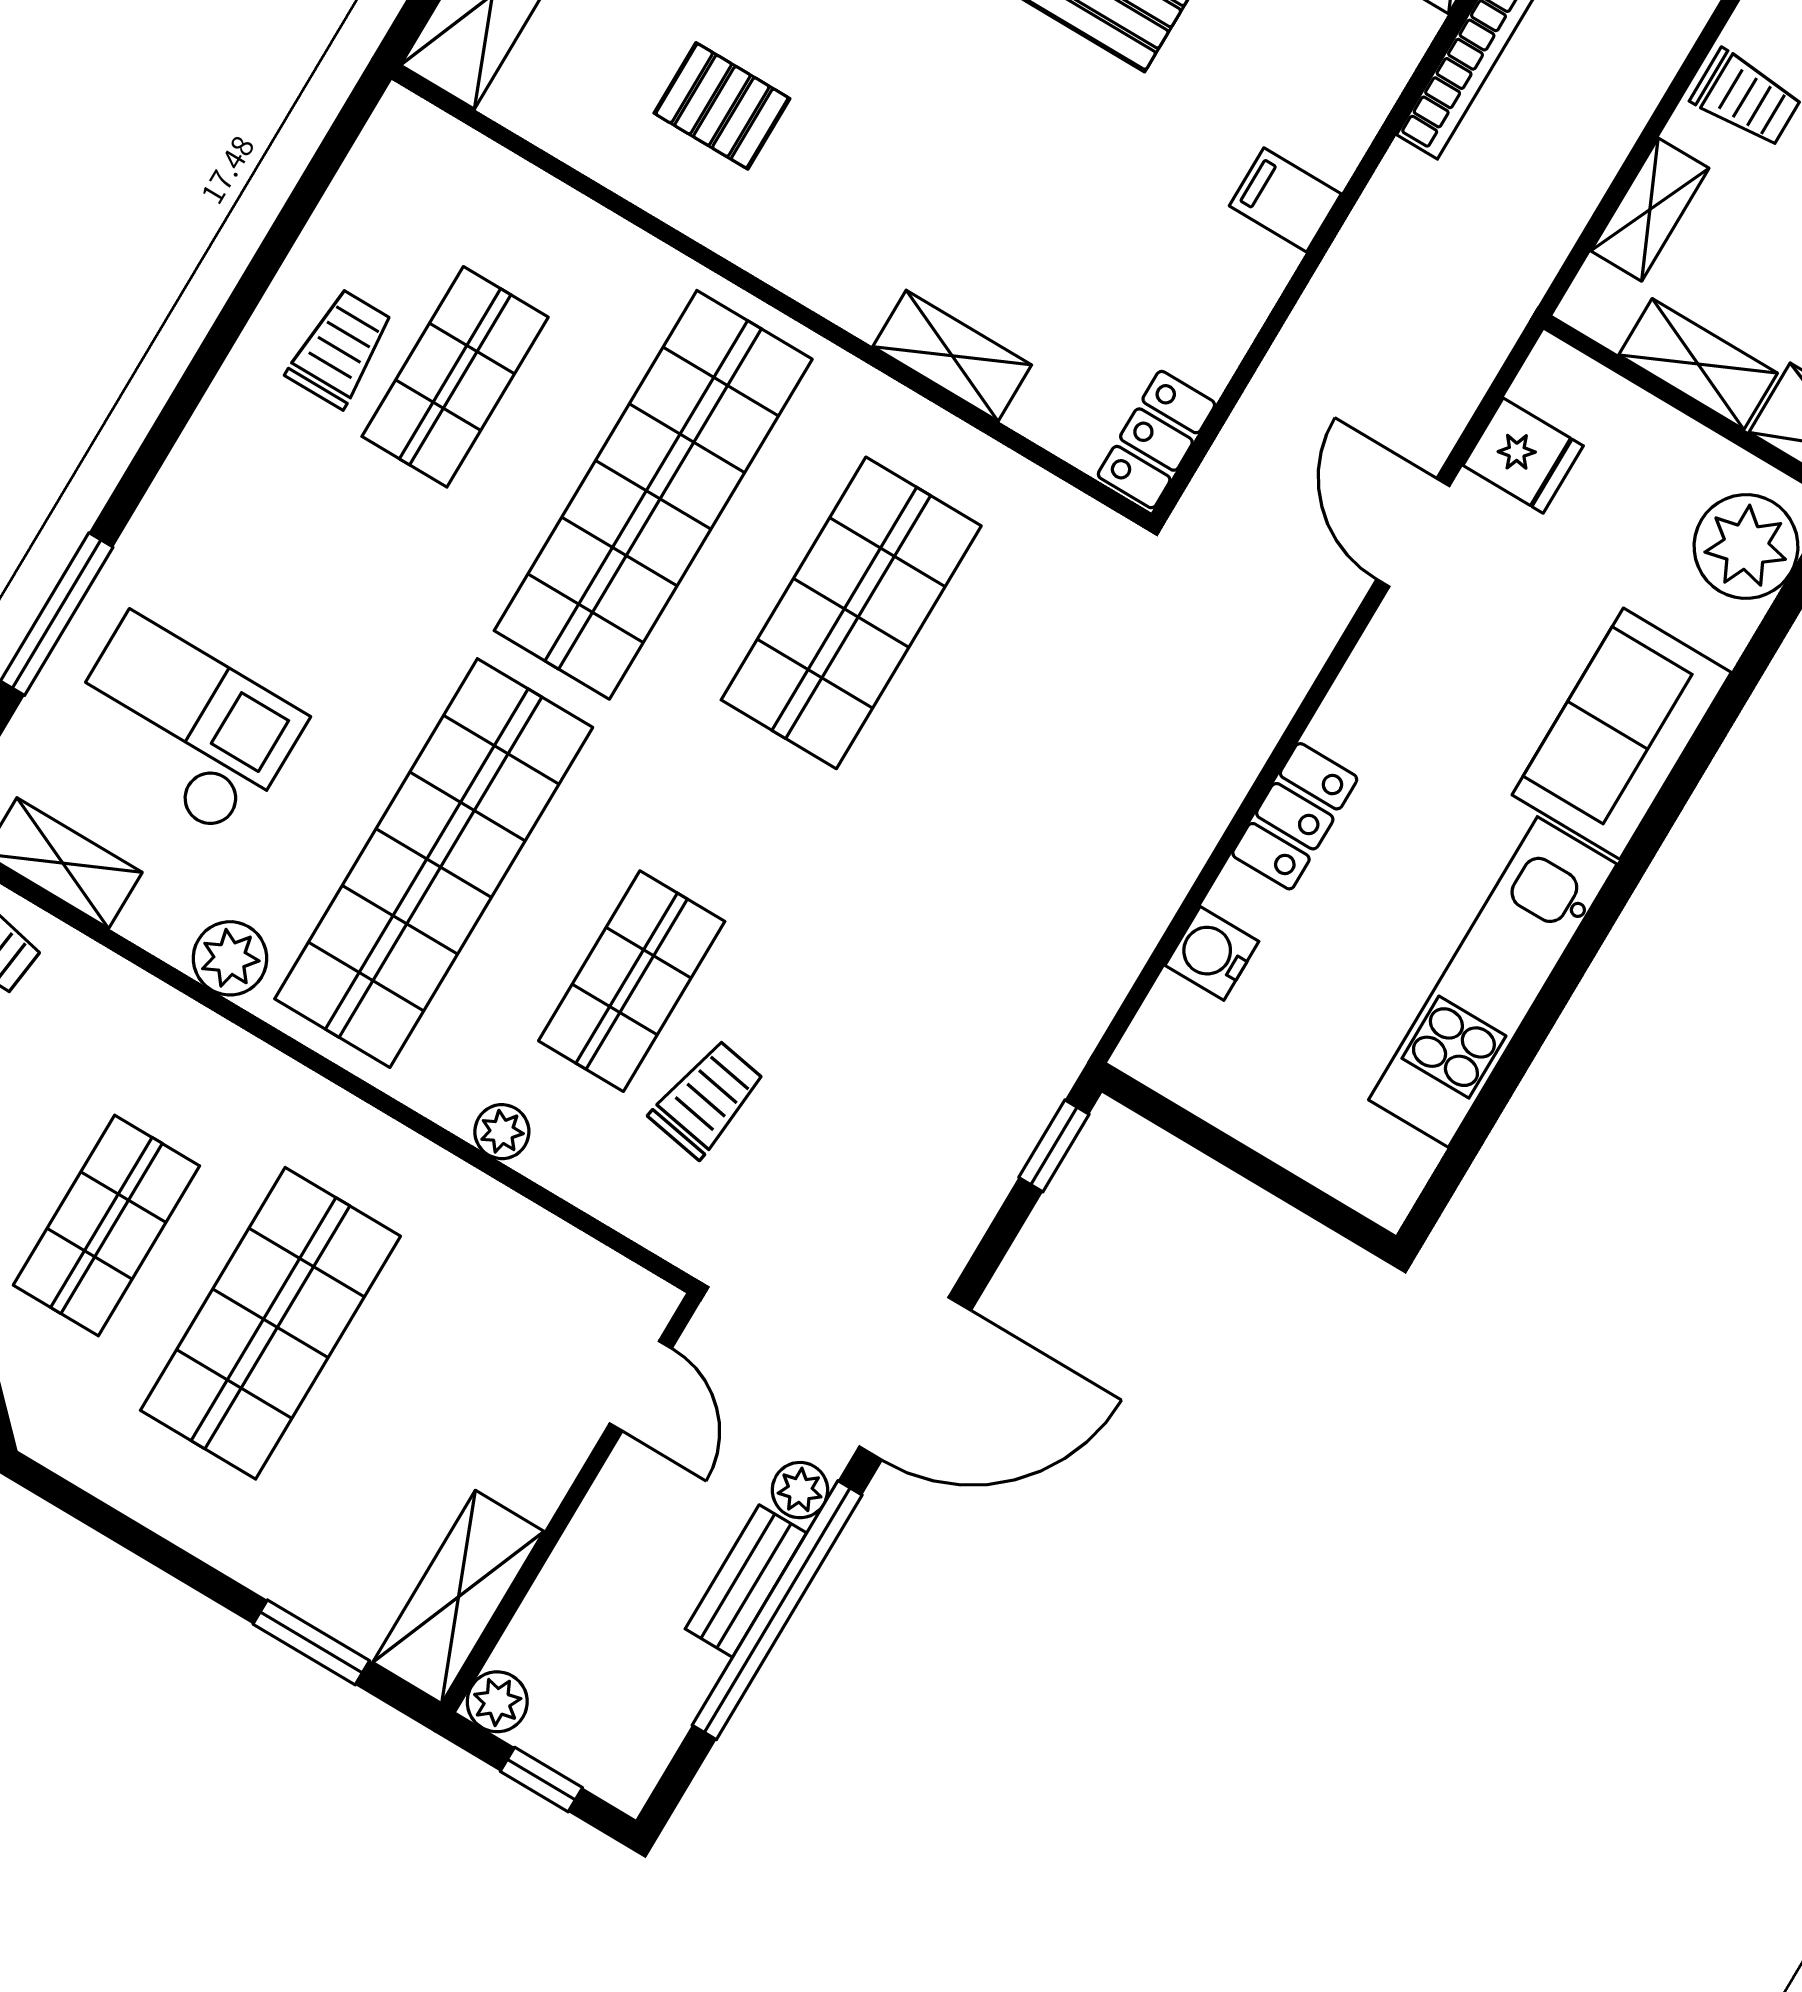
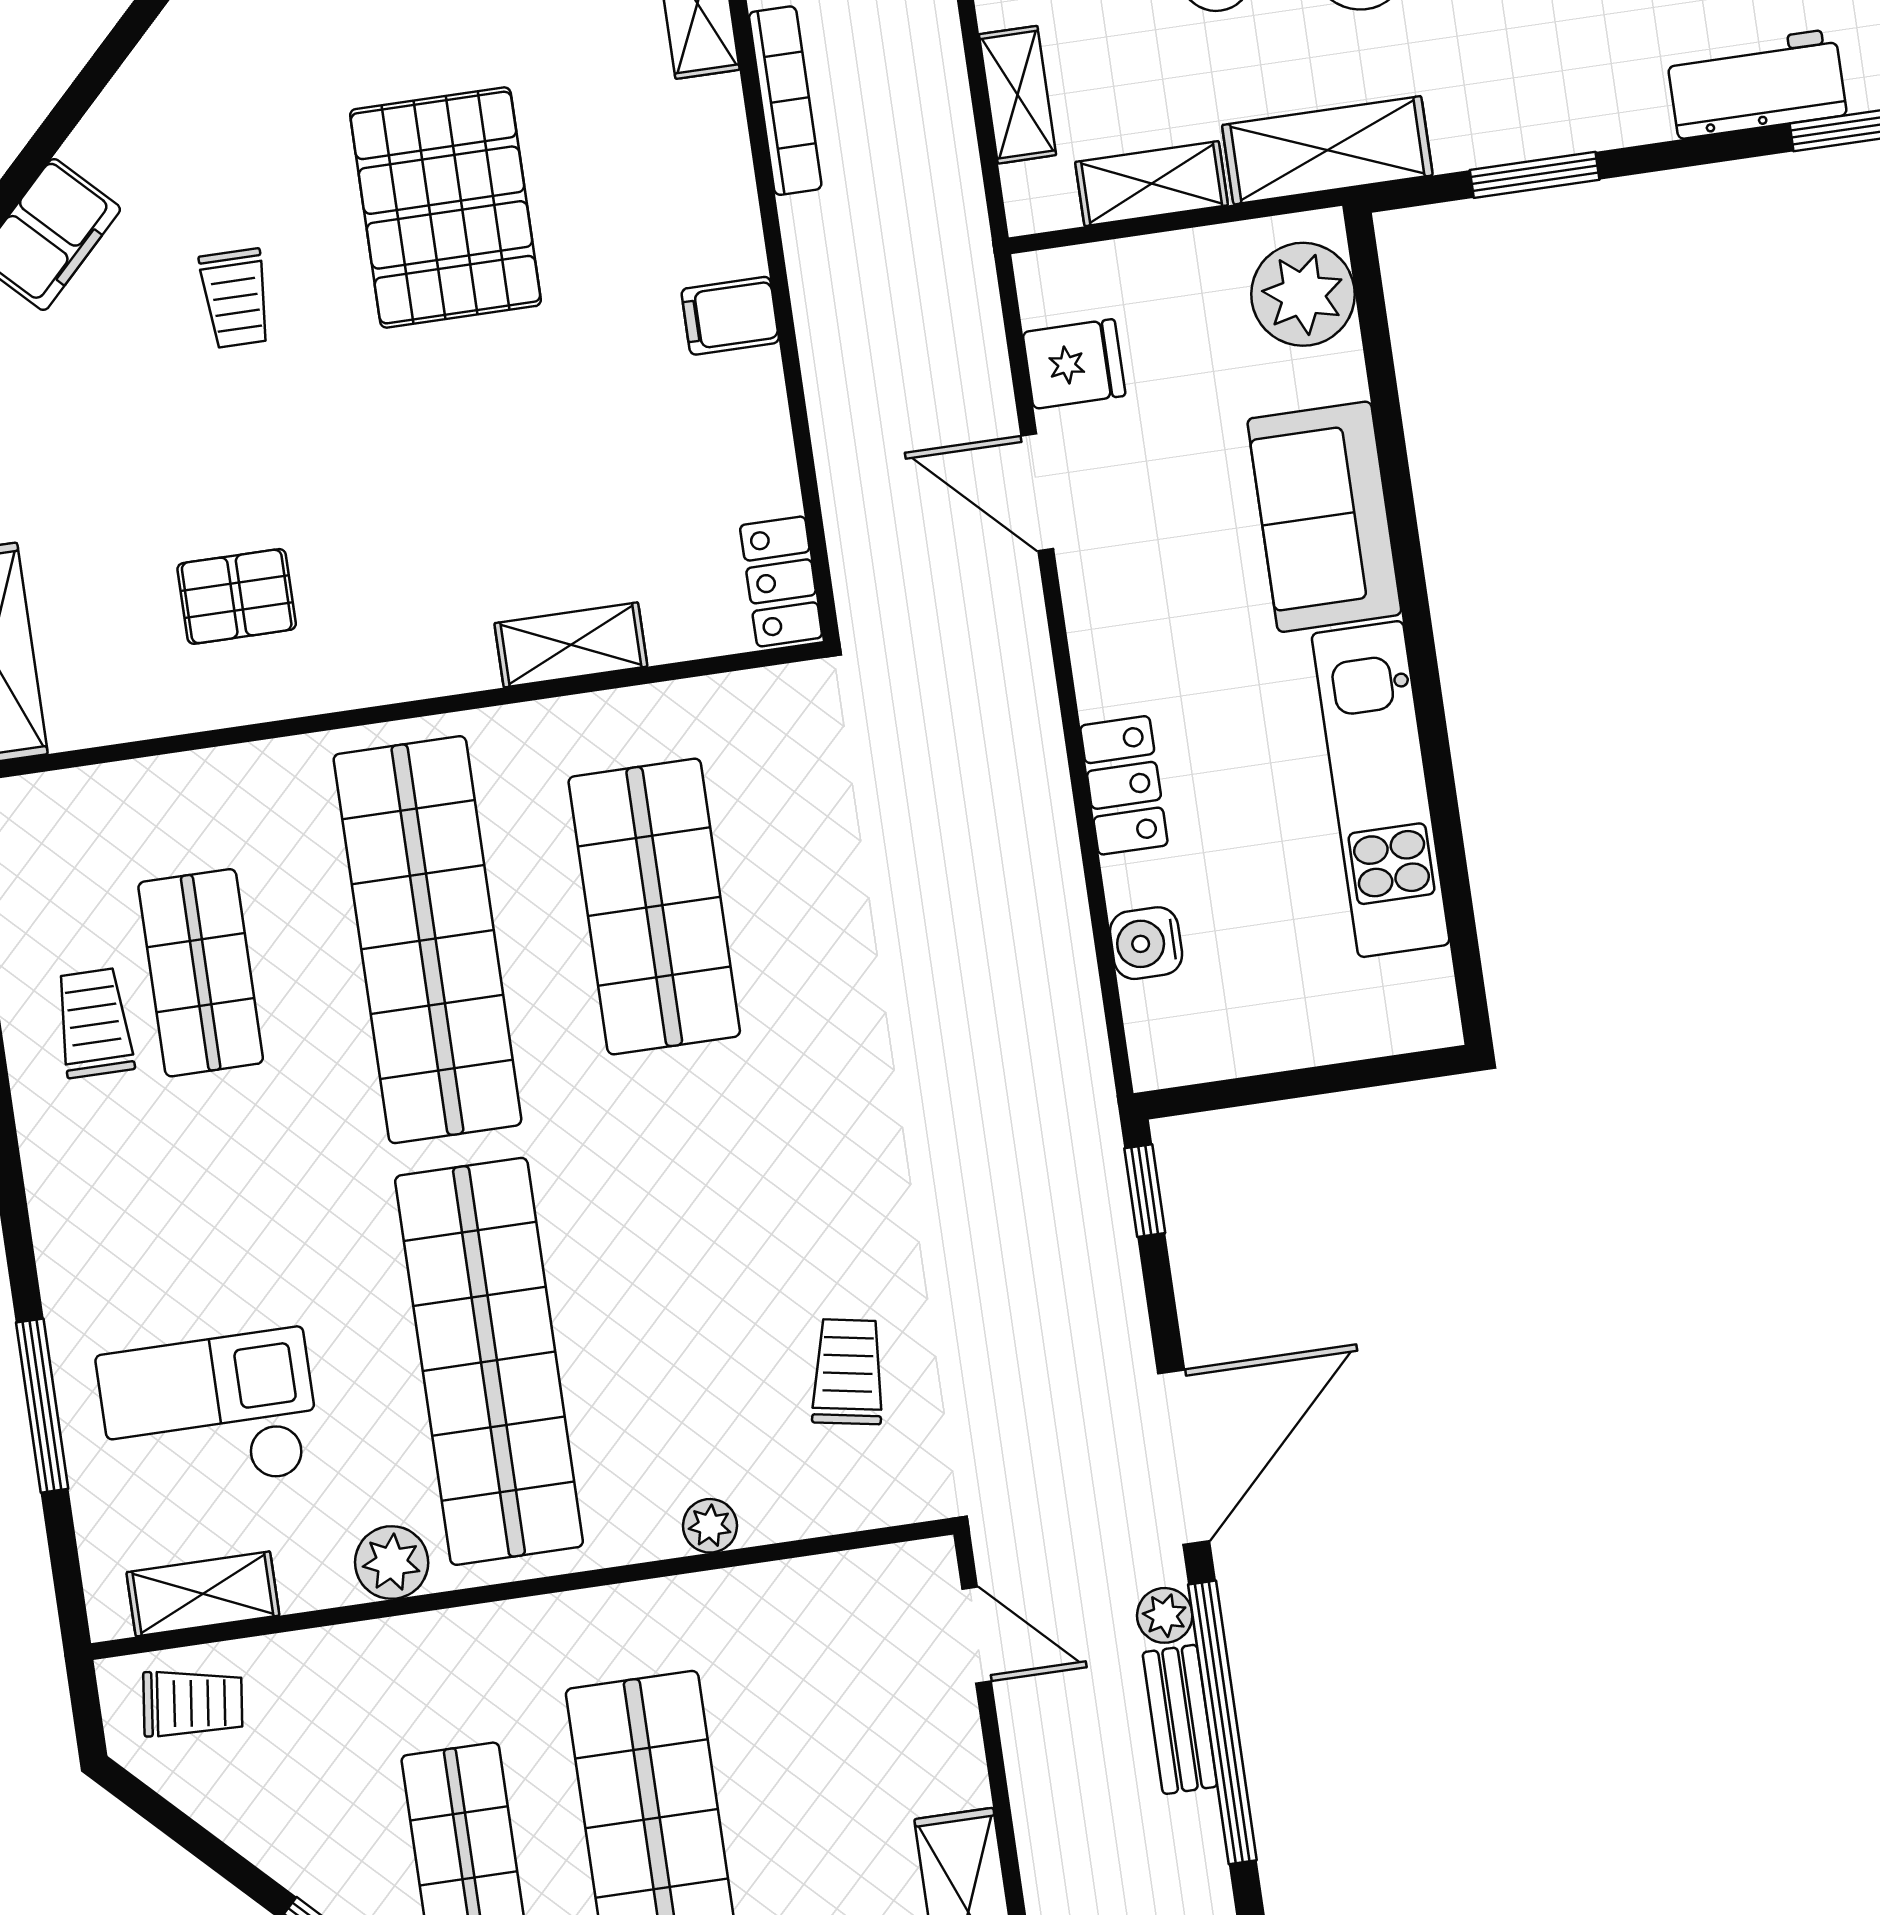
shop shelf: (632, 981) -> (716, 1328), removed

